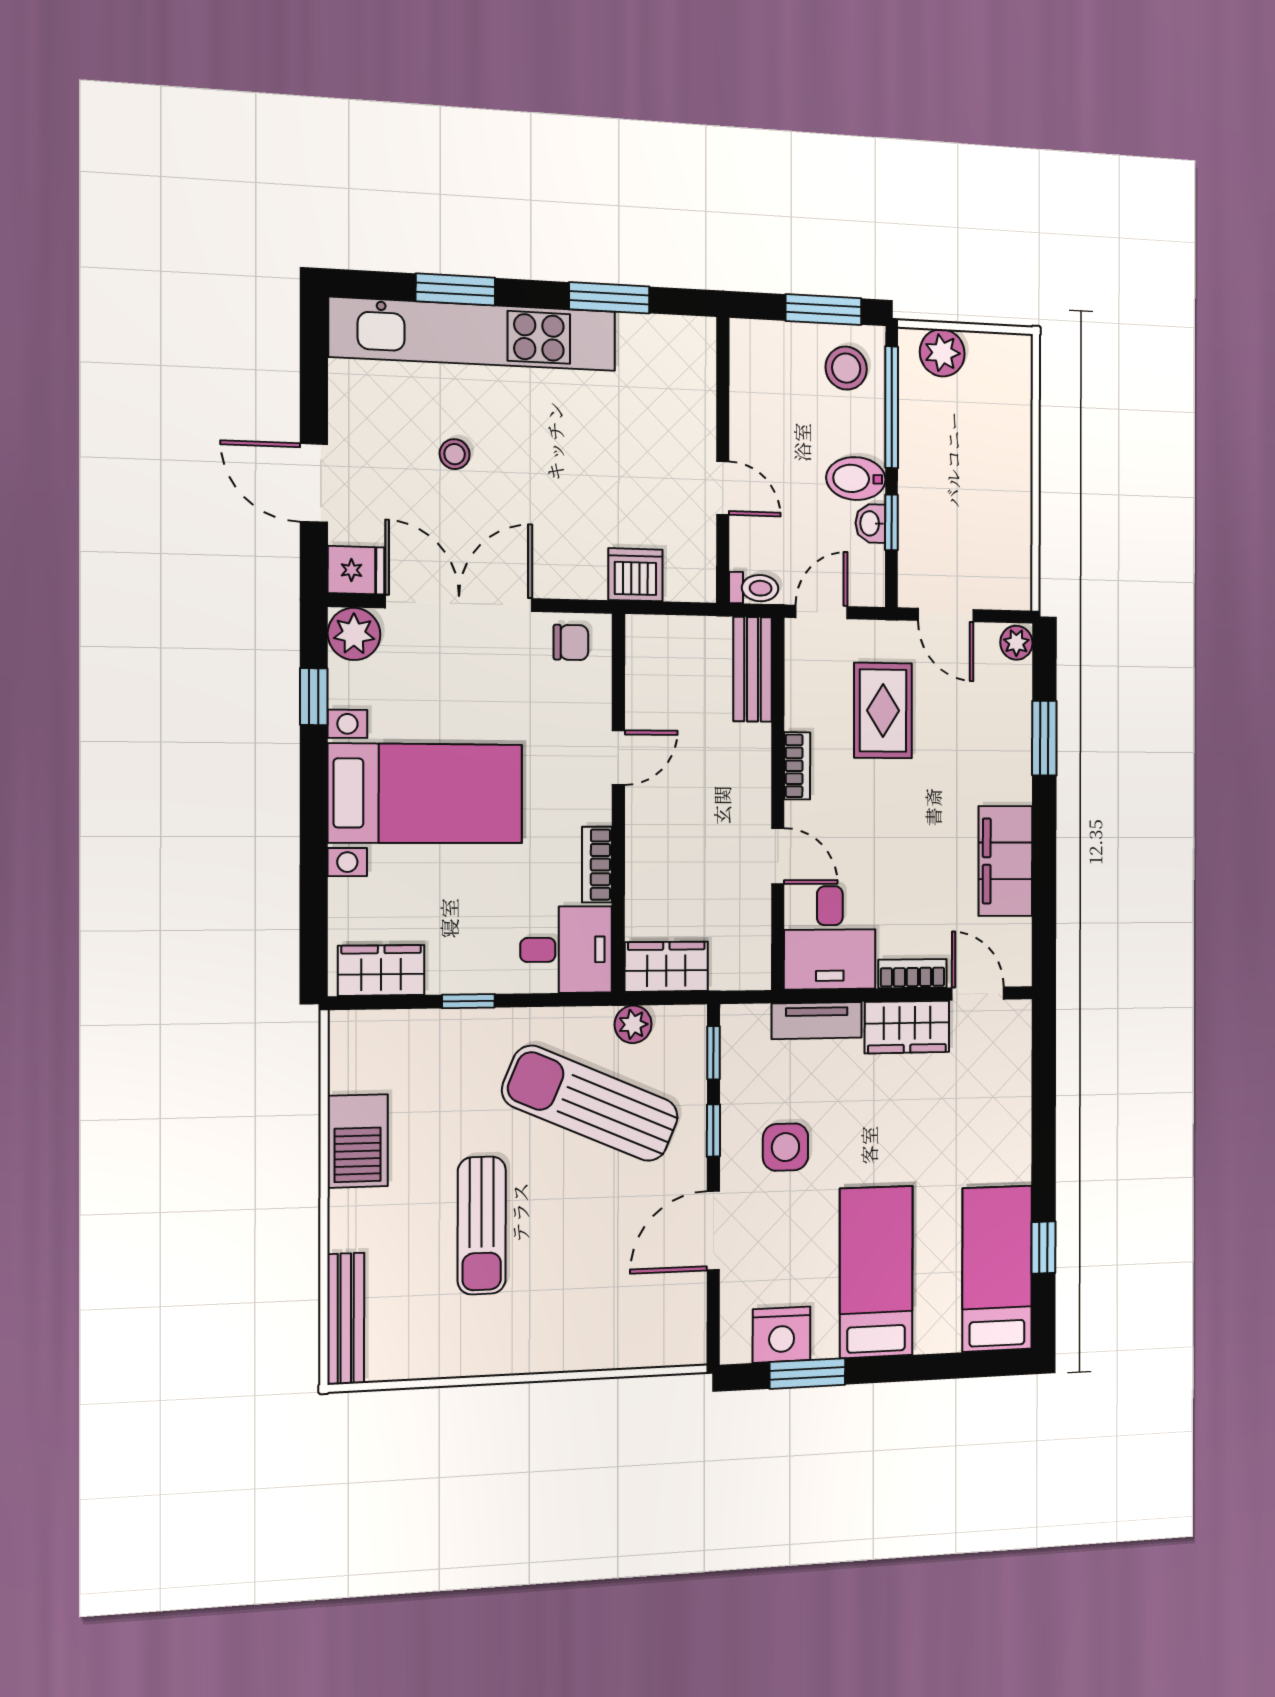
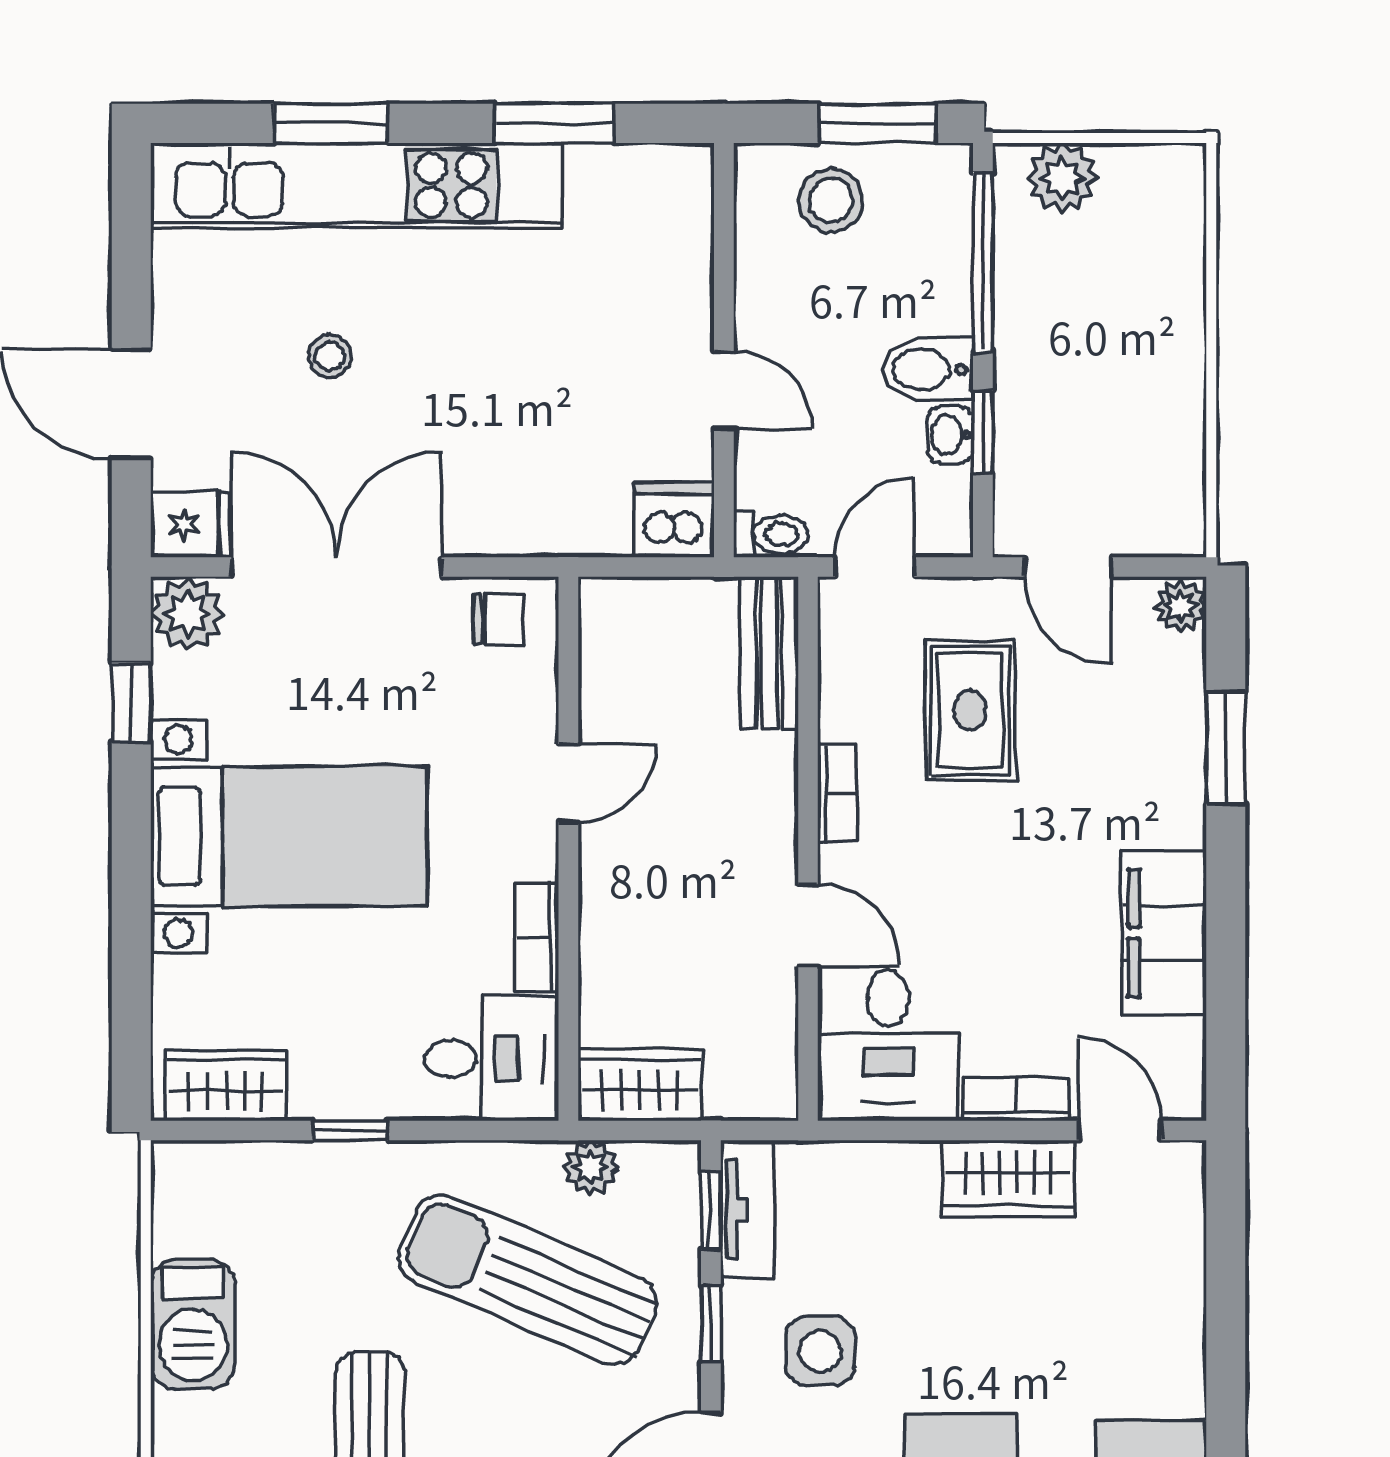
stool: (846, 368) -> (831, 200), moved
dishwasher: (635, 575) -> (674, 520), moved
tv unit: (817, 1021) -> (747, 1209), moved, turned -90

